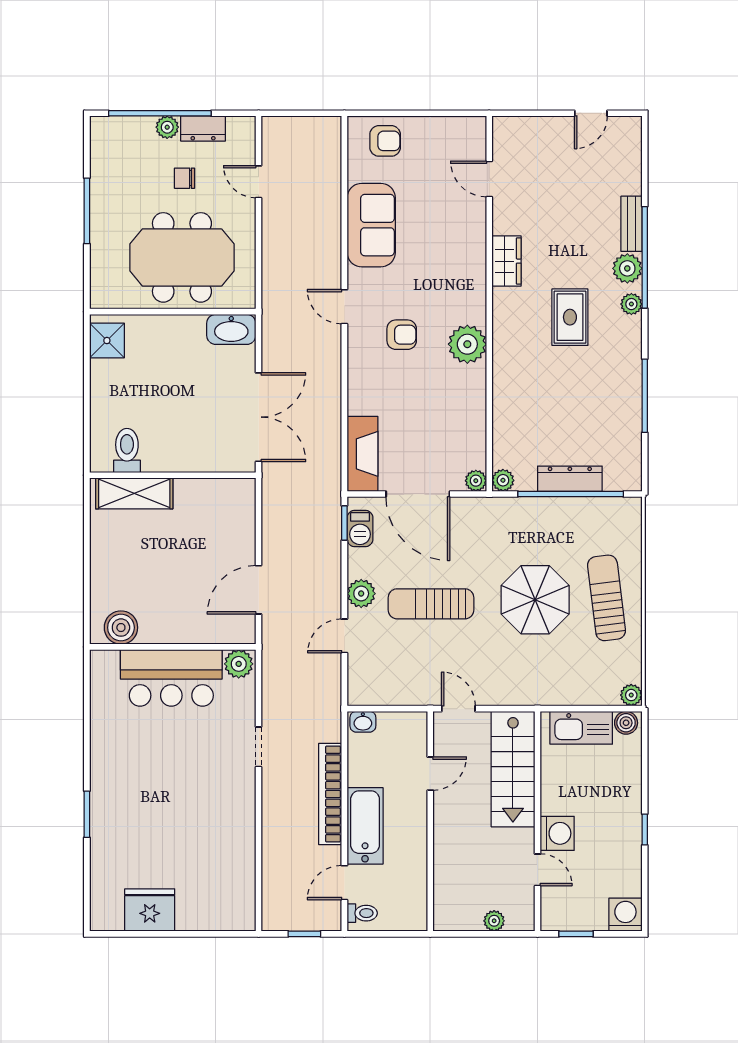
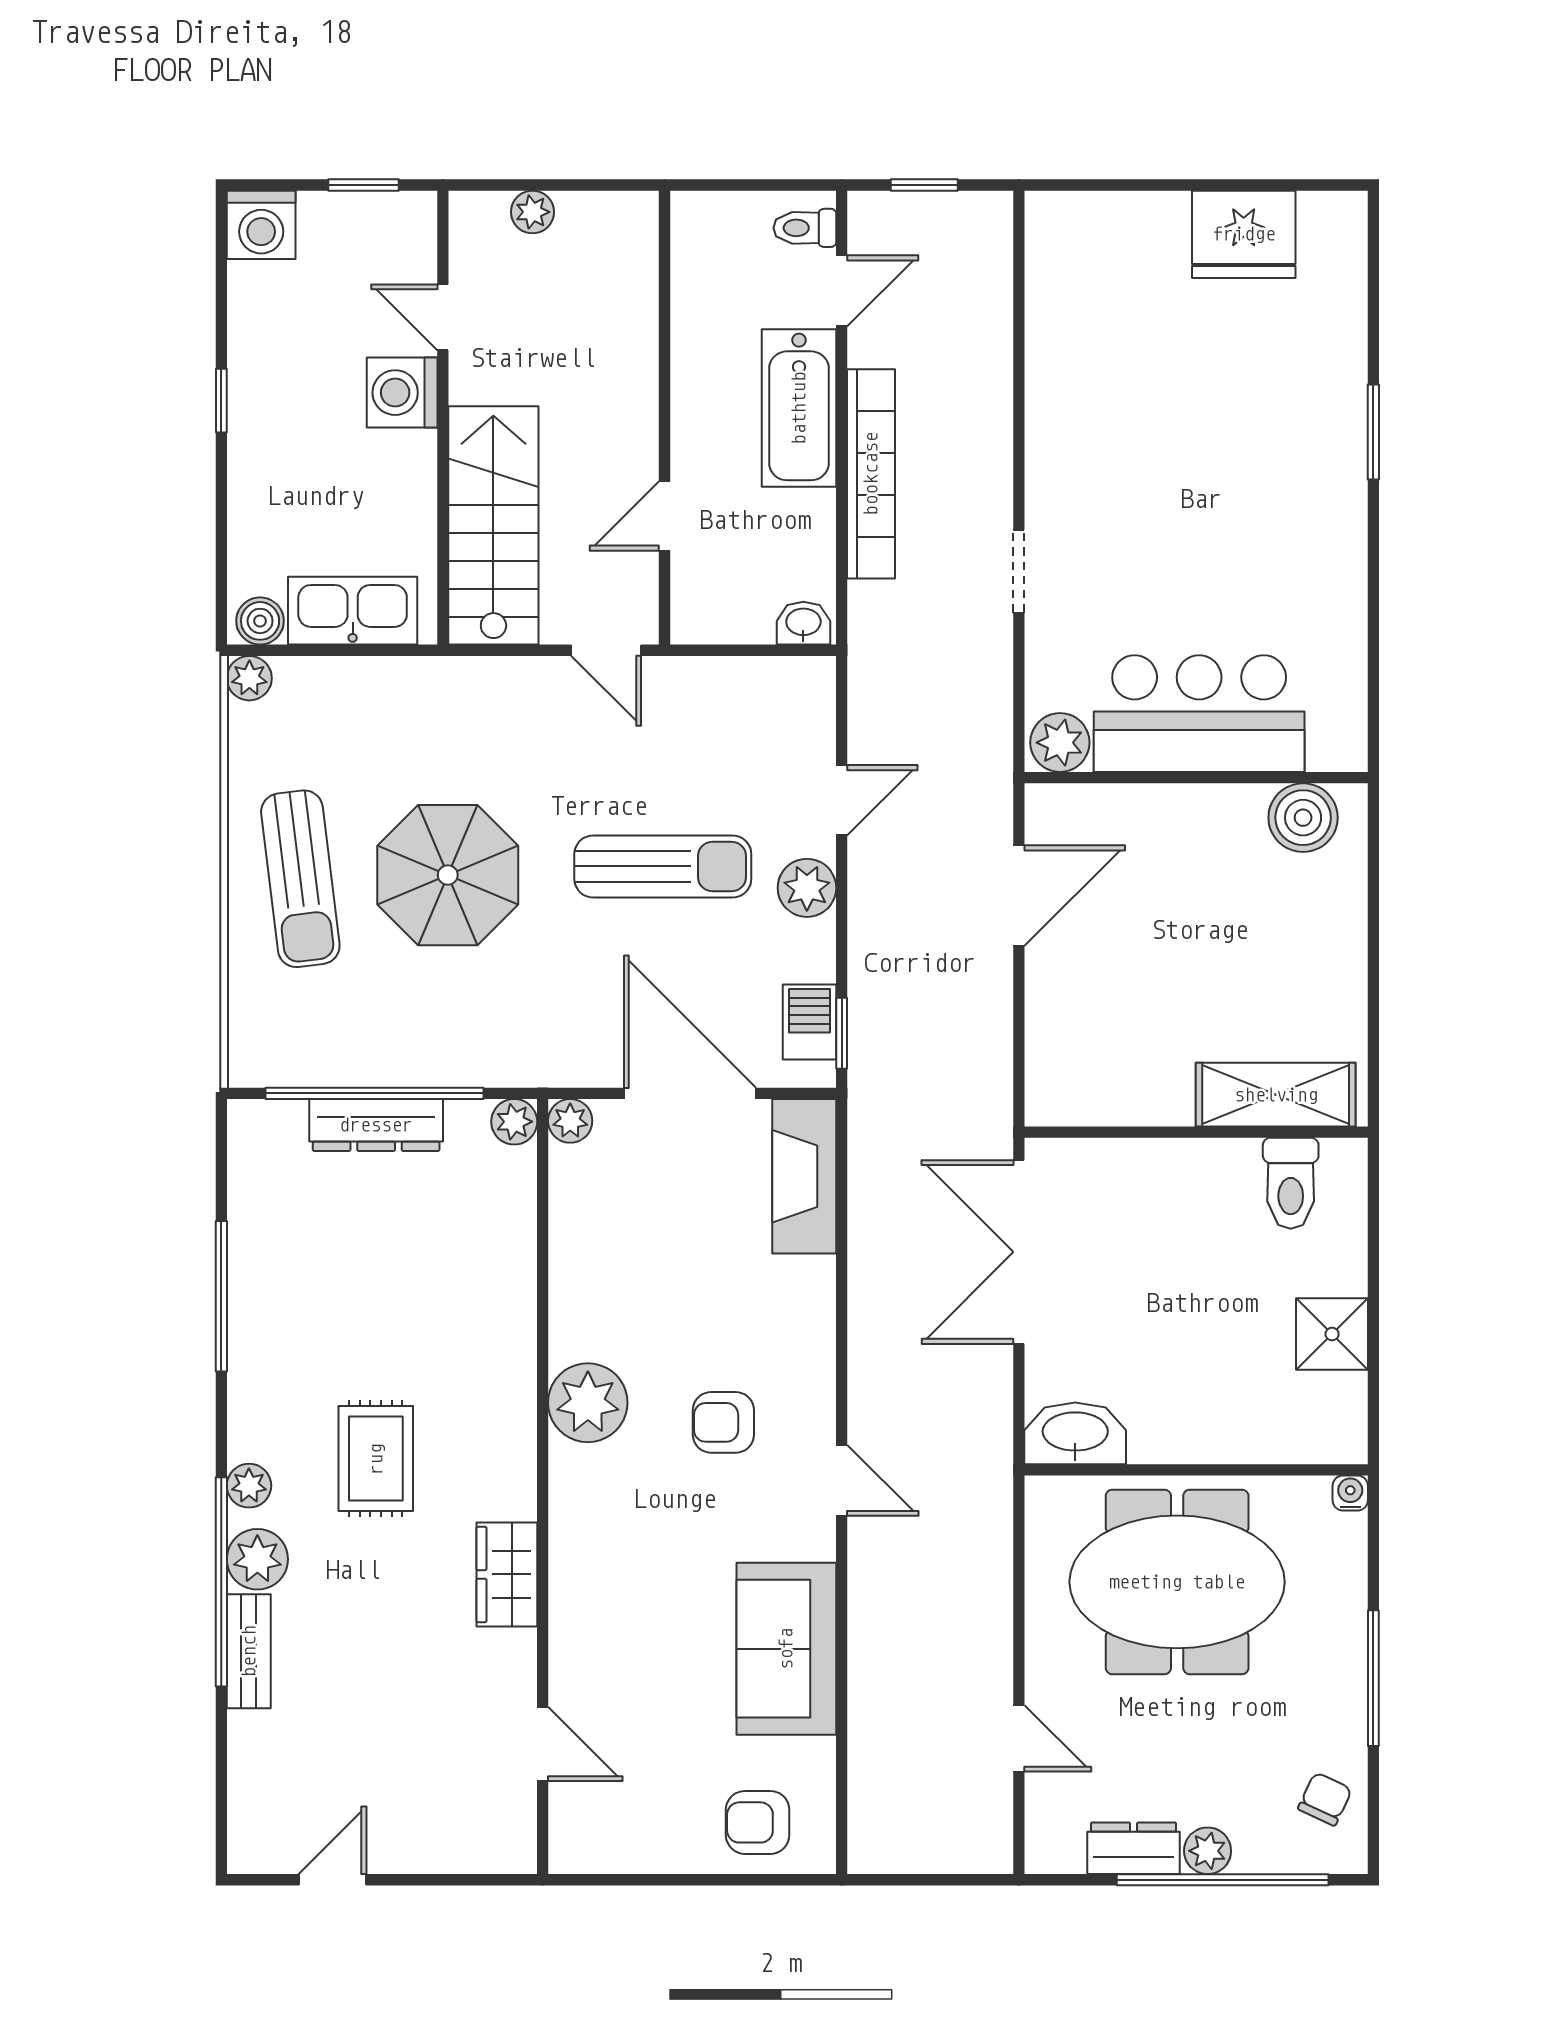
chair: (185, 178) -> (1325, 1799), moved, turned -65
water cooler: (98, 300) -> (1350, 1493), added
shower: (107, 341) -> (1332, 1334), moved

